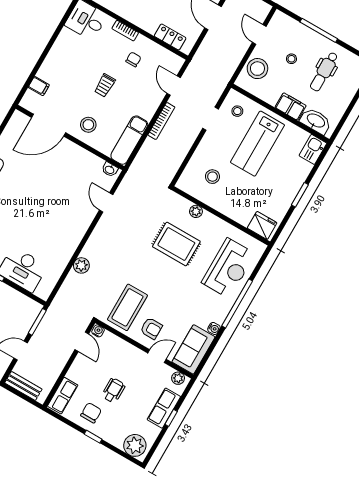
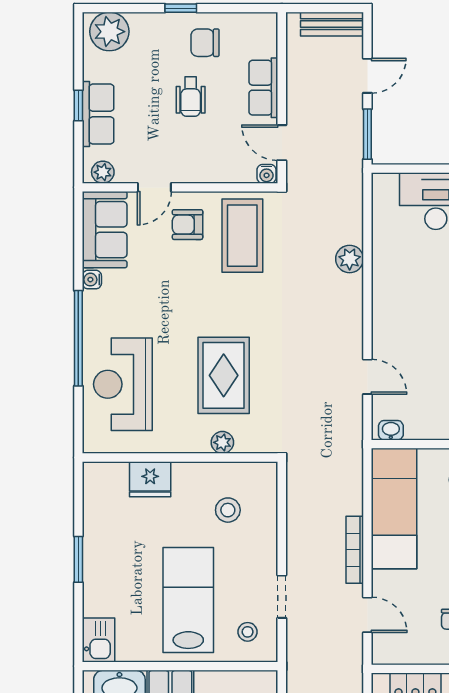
exam couch: (129, 140) -> (394, 509), width x1.36, depth x1.45
fridge: (262, 225) -> (150, 479), moved
rug: (176, 244) -> (224, 375), turned 90
row of seats: (63, 396) -> (263, 88), moved
chair: (91, 413) -> (205, 43), turned 90

